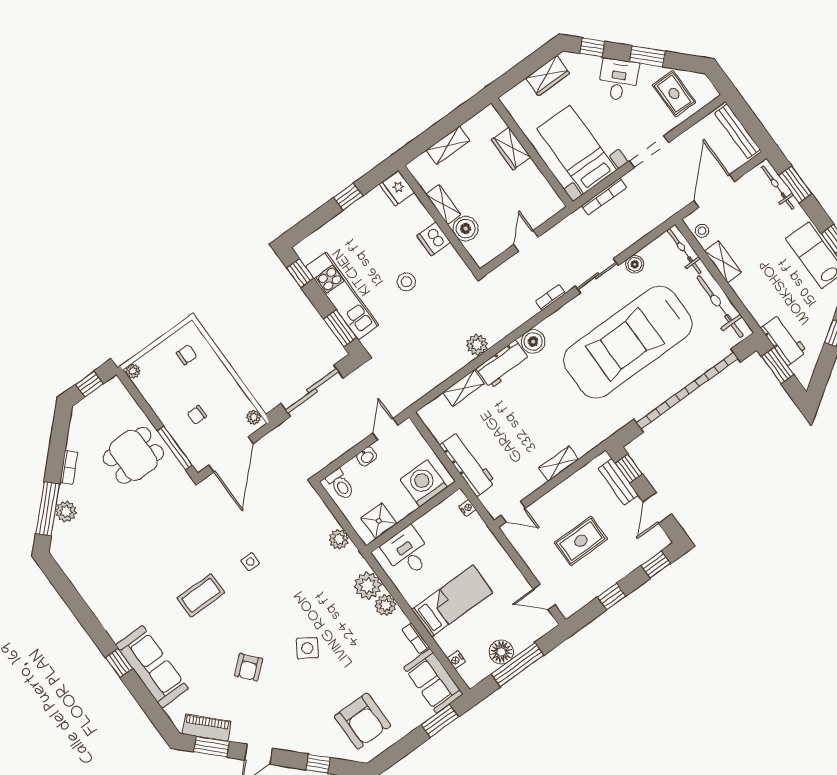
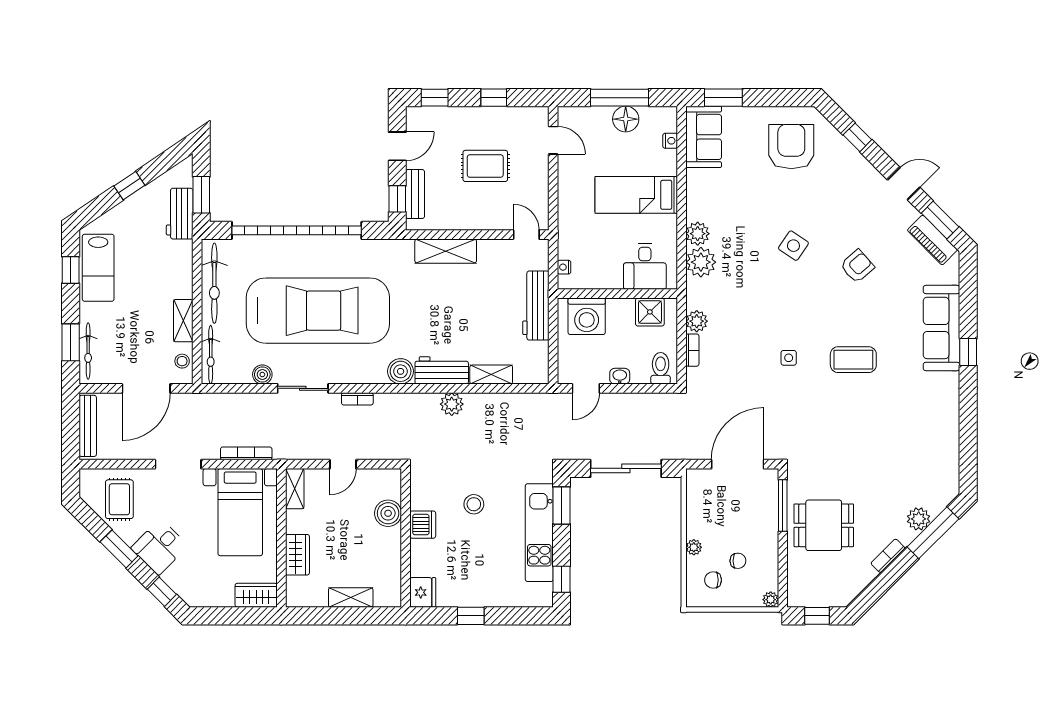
wardrobe: (548, 76) -> (256, 595), moved
shelving: (443, 204) -> (295, 489), moved
chair: (197, 415) -> (738, 561), moved
plant: (254, 417) -> (694, 547), moved
shelving: (559, 464) -> (446, 251), width x1.50, depth x1.33
bookcase: (415, 638) -> (692, 350), moved

